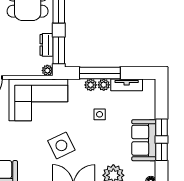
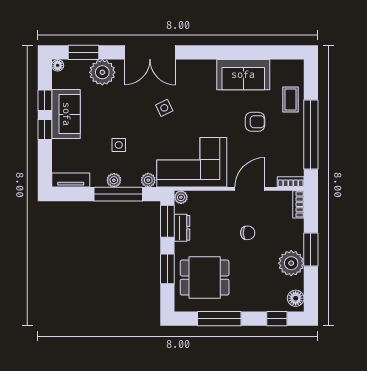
plant: (91, 85) -> (148, 180), moved
tv unit: (127, 85) -> (71, 180), moved
side table: (61, 145) -> (164, 108), width x0.54, depth x0.54

